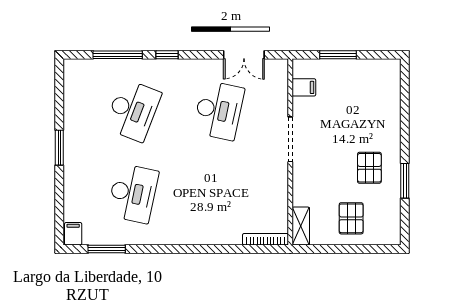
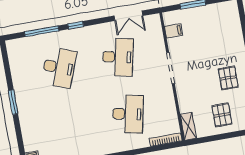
desk: (133, 193) -> (128, 114), moved

